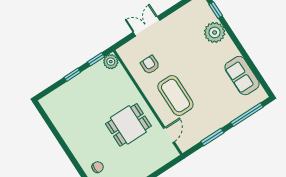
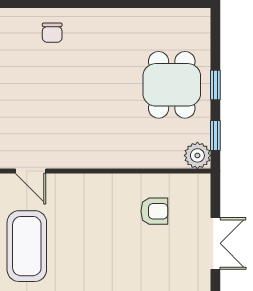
coffee table: (175, 96) -> (27, 246), moved, turned 90
dining table: (128, 125) -> (172, 85), moved

